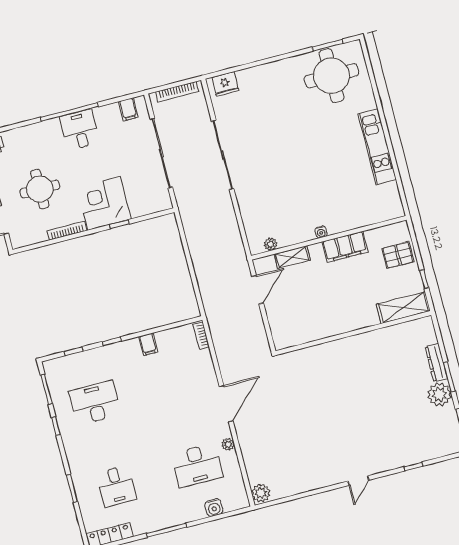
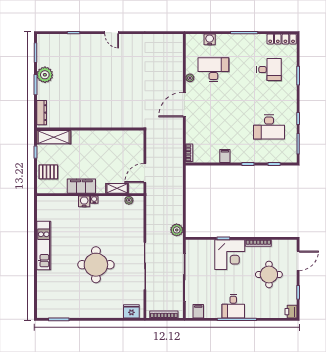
round table: (331, 76) -> (96, 265), moved
water cooler: (335, 226) -> (84, 201), added
dresser: (436, 363) -> (42, 113), moved
door: (358, 481) -> (112, 33), swing flipped
desk: (116, 486) -> (269, 70), turned 90
plant: (261, 493) -> (177, 230), moved

